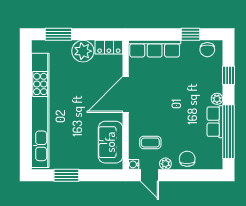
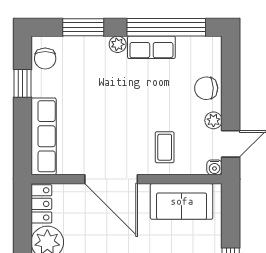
chair: (207, 50) -> (45, 58), turned 90
window: (228, 75) -> (83, 27), width x1.50
coffee table: (150, 142) -> (165, 147), moved

